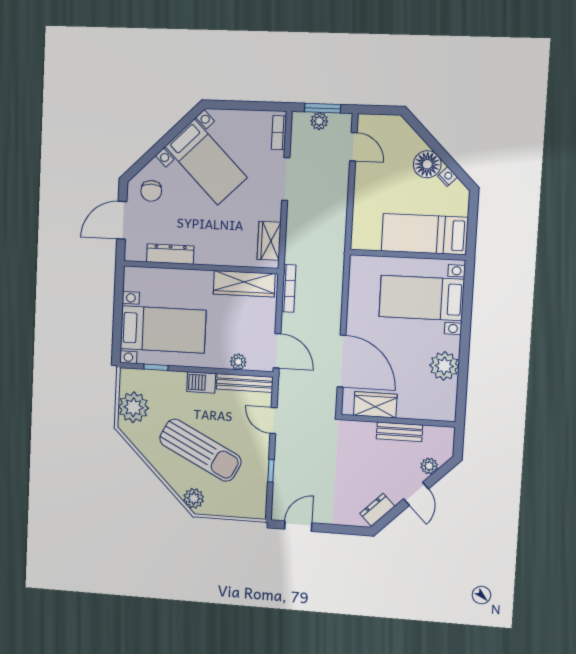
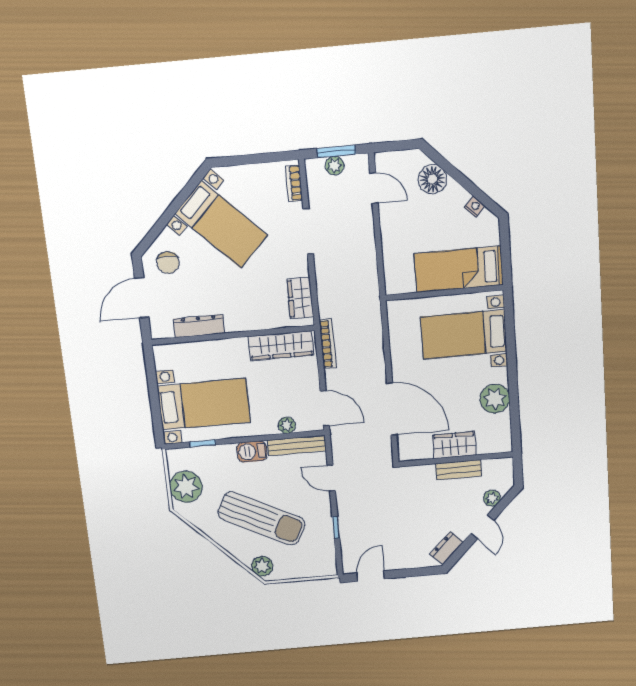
floor lamp: (427, 164) -> (432, 179), moved
wardrobe: (375, 405) -> (454, 445), moved

